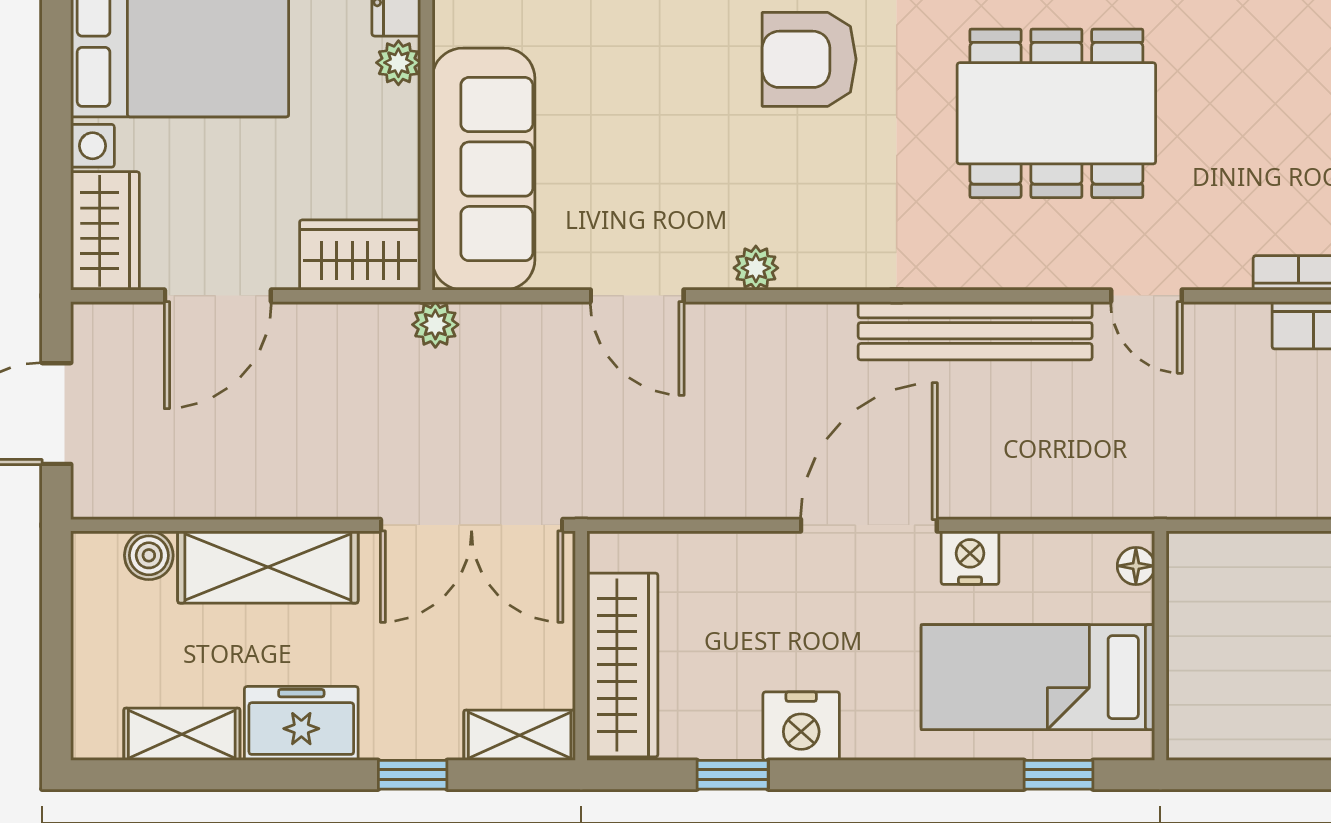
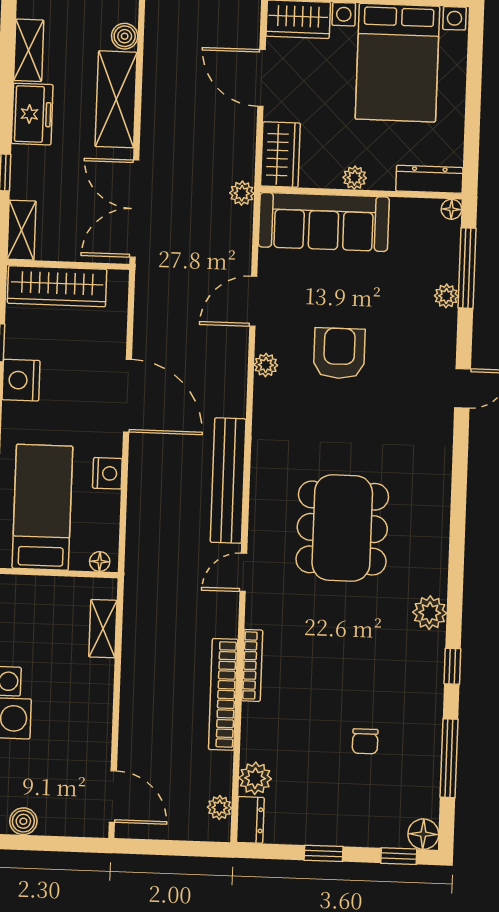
armchair: (809, 59) -> (339, 353), moved
plant: (398, 63) -> (355, 178), moved
door: (869, 525) -> (127, 396), moved
shelving: (1262, 555) -> (103, 629), added

